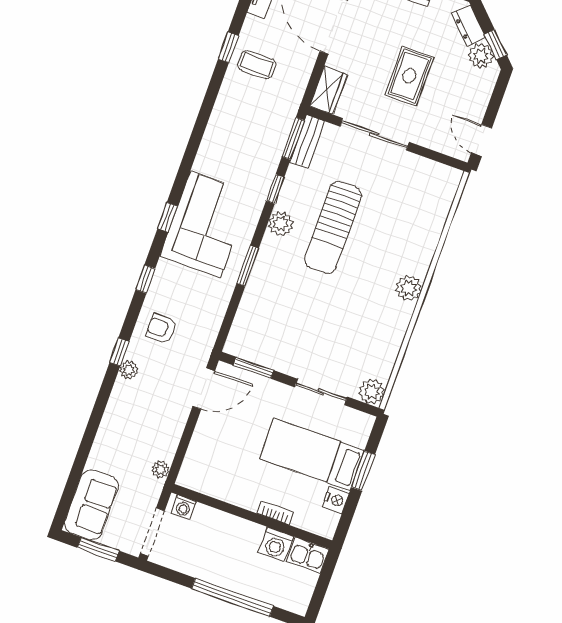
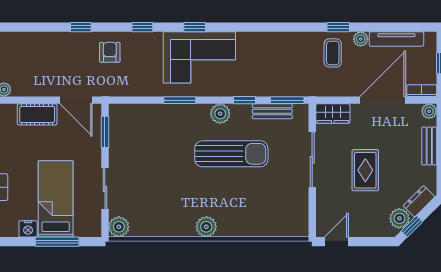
rug: (409, 76) -> (365, 170), turned 90
bench: (307, 141) -> (272, 111), moved
sun lounger: (333, 227) -> (231, 154), turned 180
plant: (129, 370) -> (361, 39), moved
cot: (204, 441) -> (37, 114), added
window: (363, 471) -> (57, 242), width x1.44

